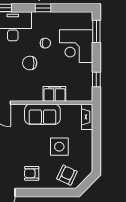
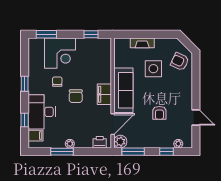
filing cabinet: (54, 94) -> (104, 94), moved
sofa: (42, 114) -> (123, 90), width x1.36
fireplace: (87, 117) -> (142, 43), moved
armchair: (32, 173) -> (159, 113), moved

